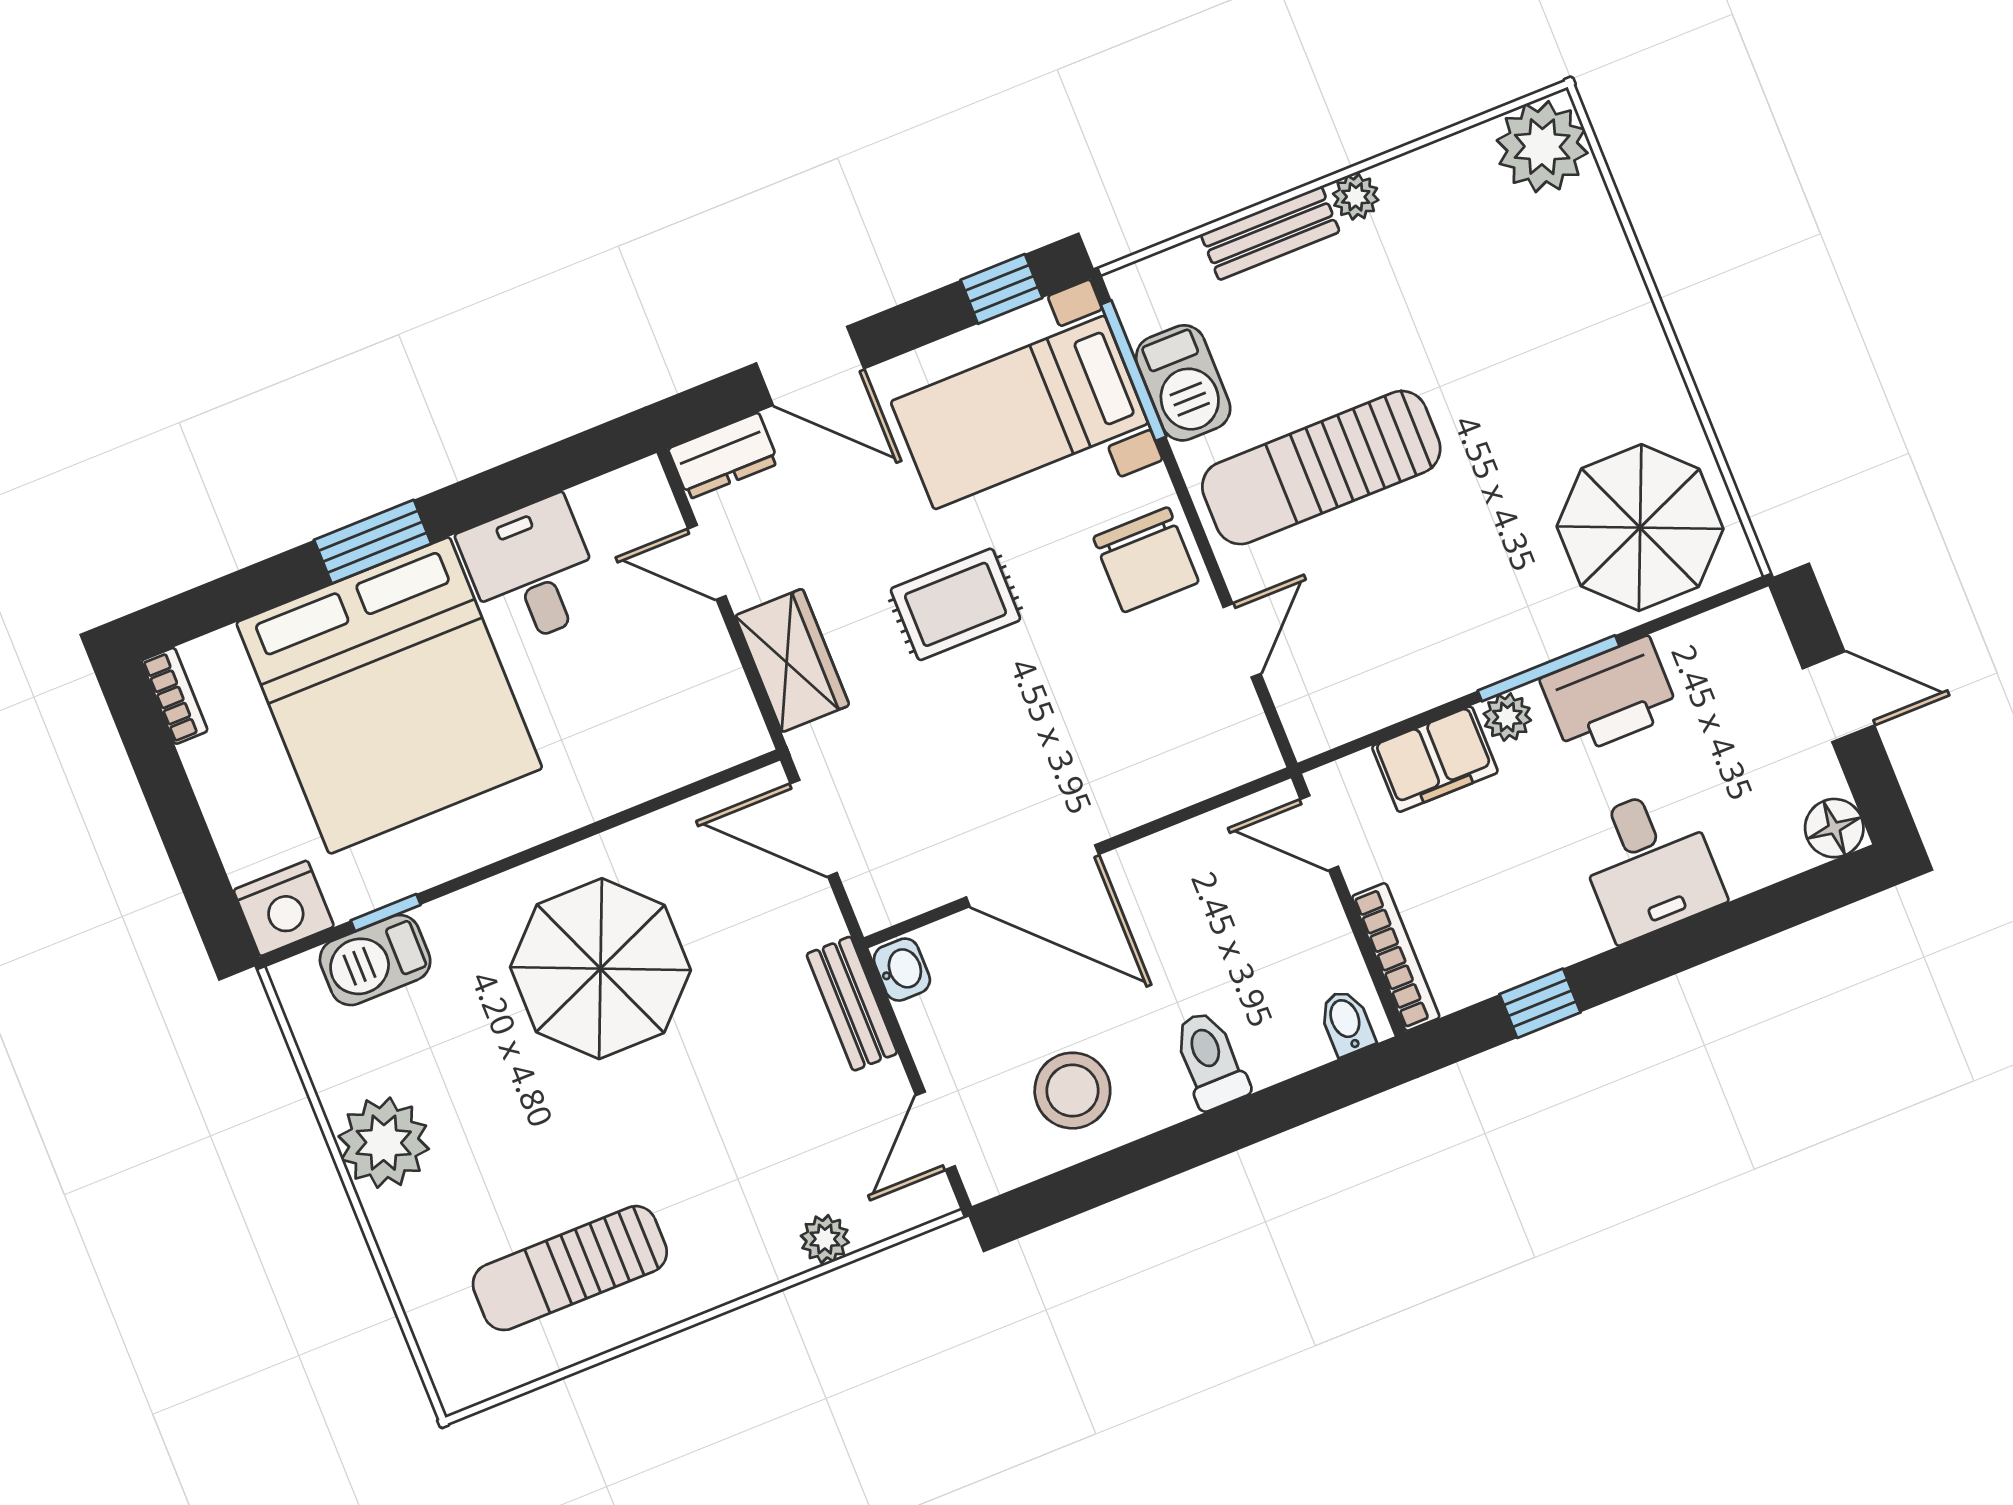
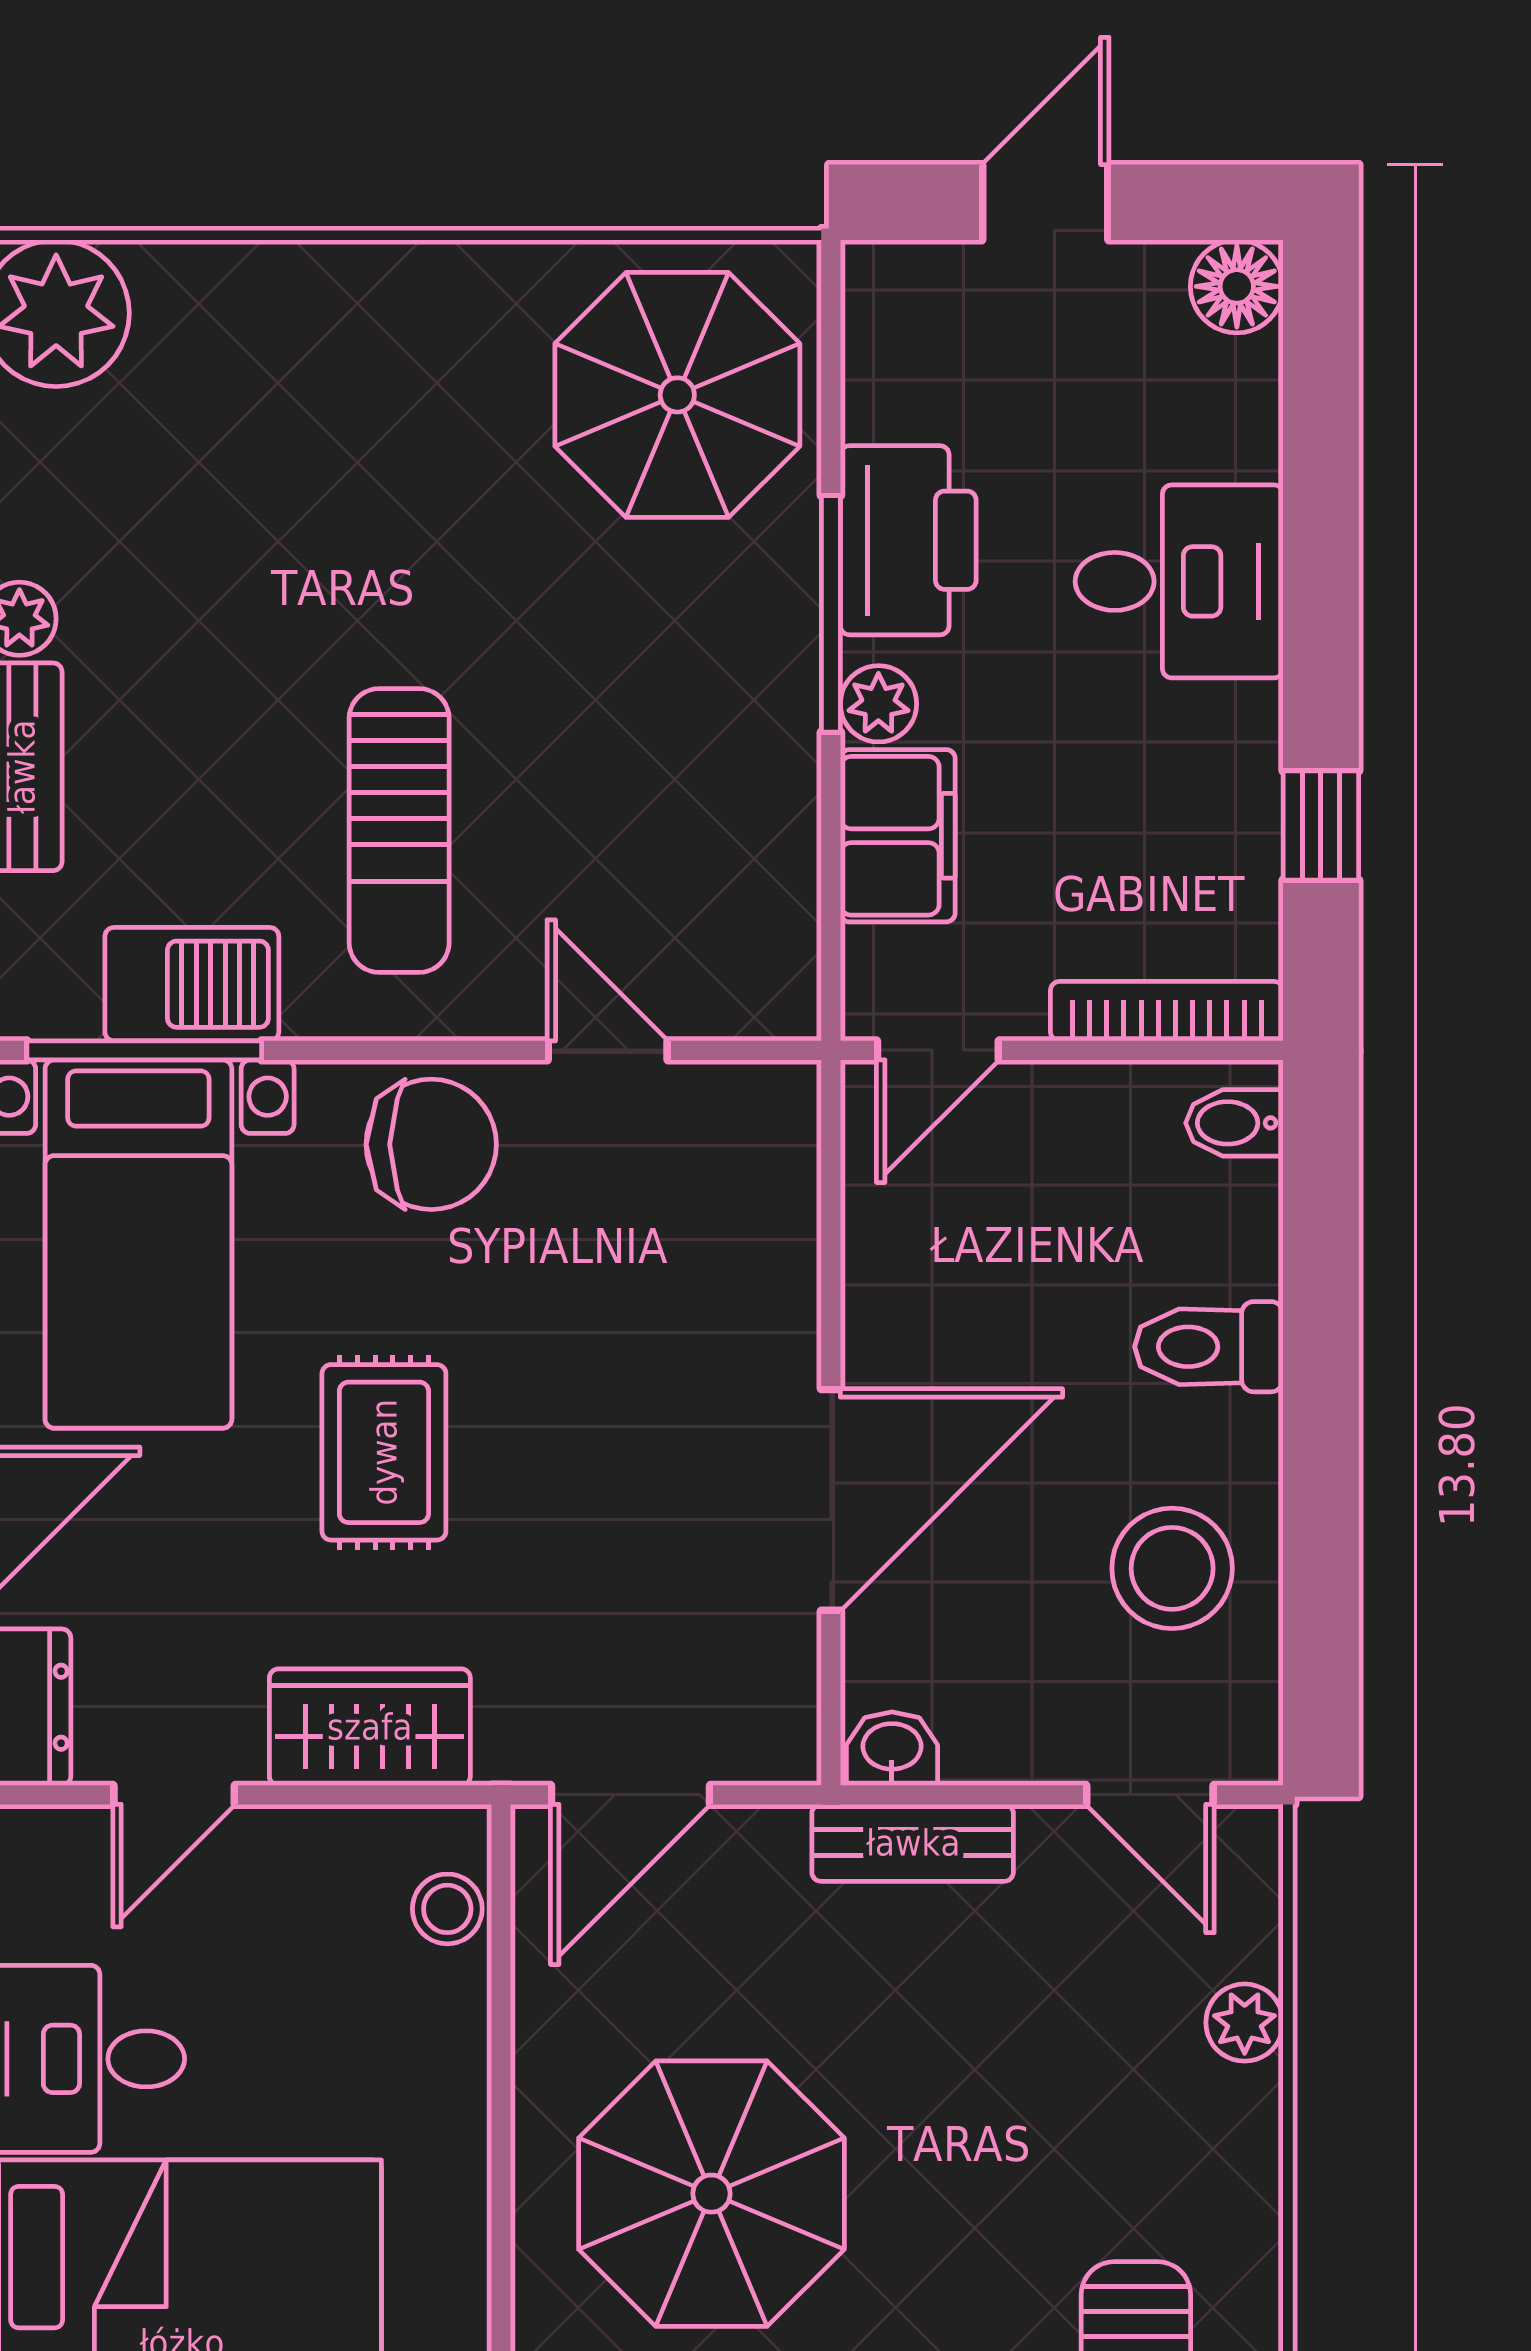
sun lounger: (1321, 468) -> (399, 831), width x0.73, depth x0.75
stool: (704, 748) -> (447, 1909), added

